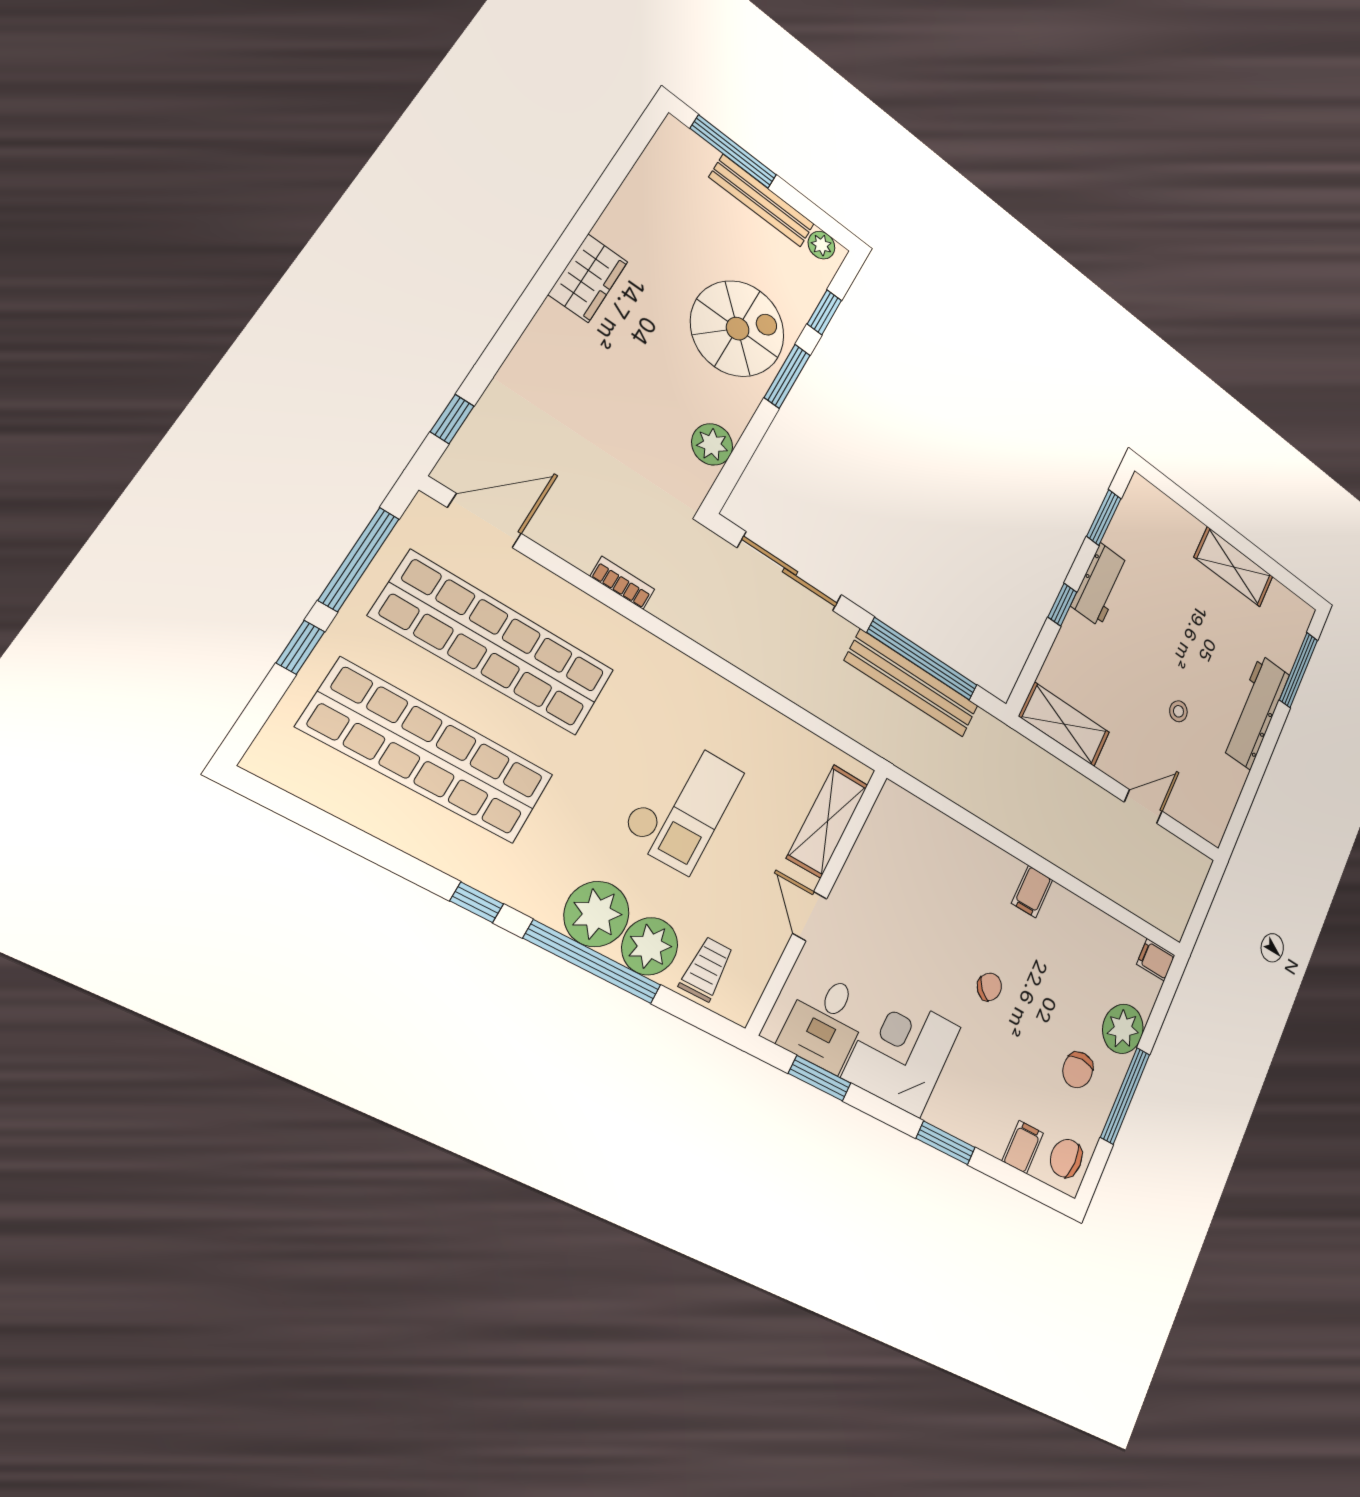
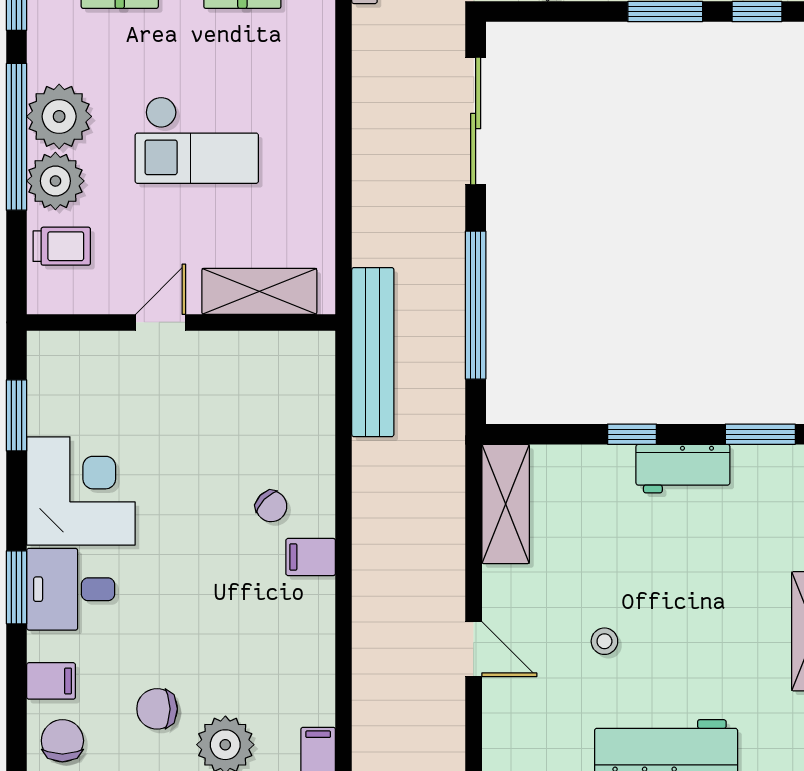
bench: (912, 683) -> (373, 352), moved
chair: (989, 987) -> (271, 506), moved
desk: (825, 1022) -> (71, 589), moved

